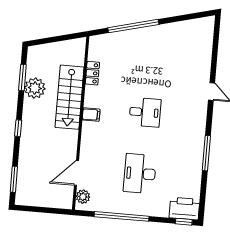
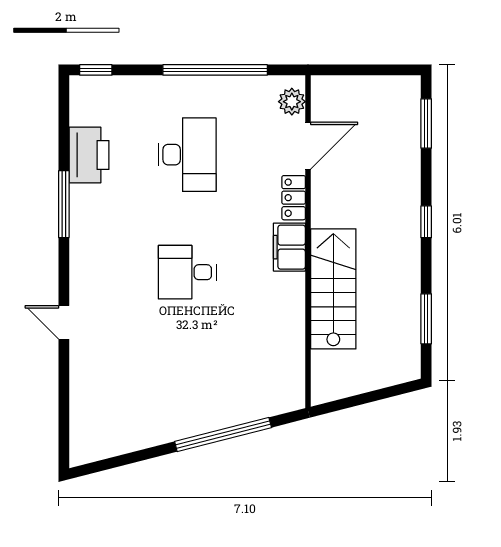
locker: (92, 73) -> (294, 198), moved
plant: (35, 88) -> (401, 301), removed
filing cabinet: (91, 115) -> (289, 247), width x2.00
printer: (184, 208) -> (89, 155), moved, turned -90

